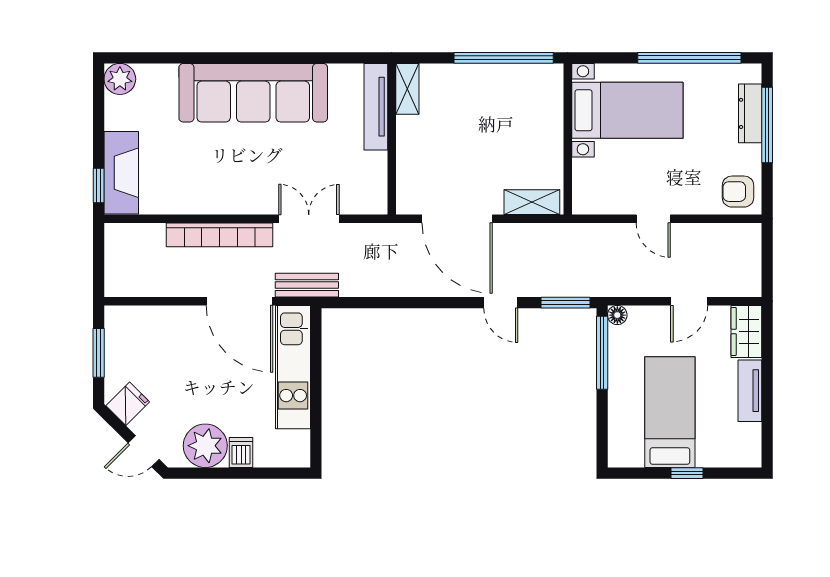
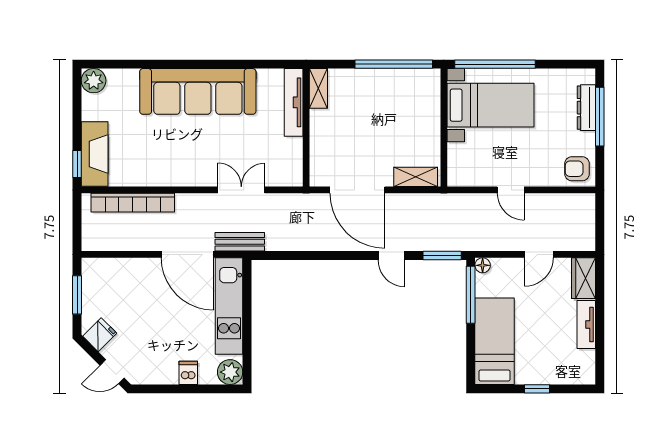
window: (689, 58) -> (495, 64), moved
bookcase: (219, 235) -> (133, 203), moved
bed: (670, 412) -> (494, 341), moved
plant: (205, 446) -> (230, 372), moved, width x0.73, depth x0.73

